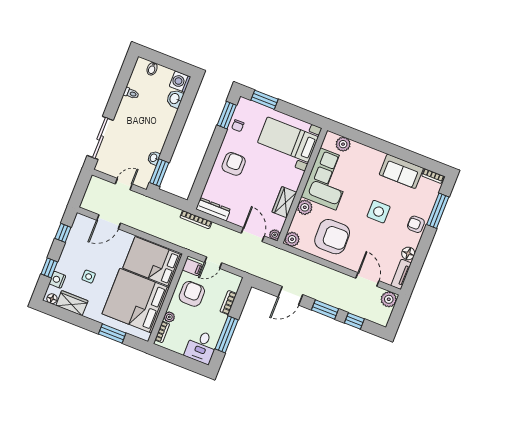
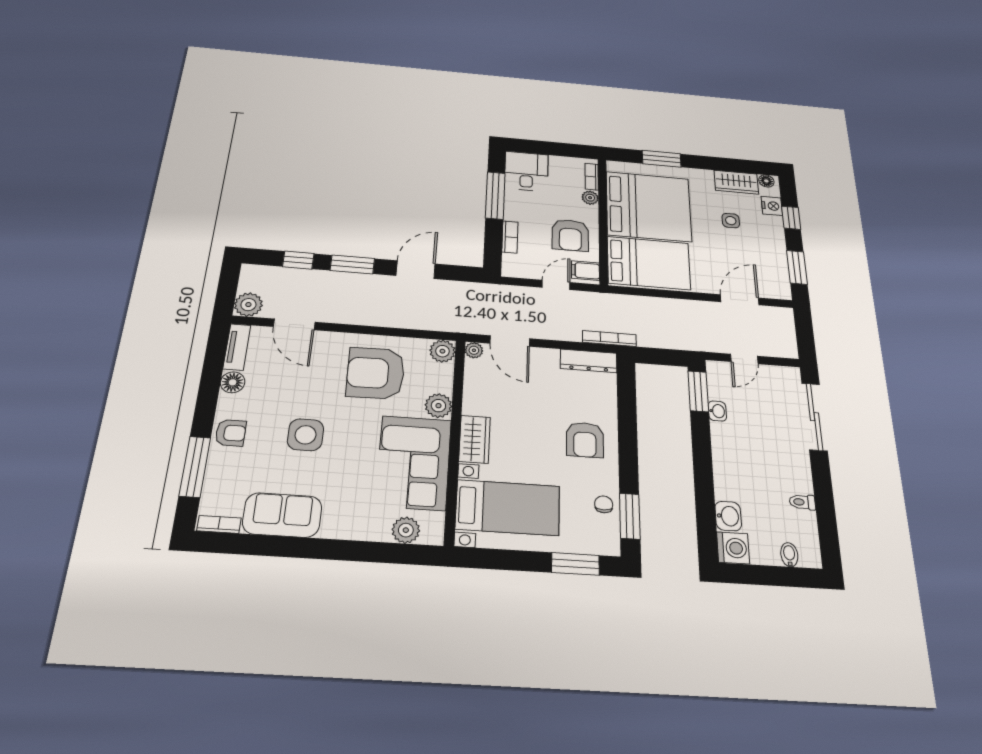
wardrobe: (284, 202) -> (475, 439), moved
window: (63, 233) -> (797, 267), width x1.50

